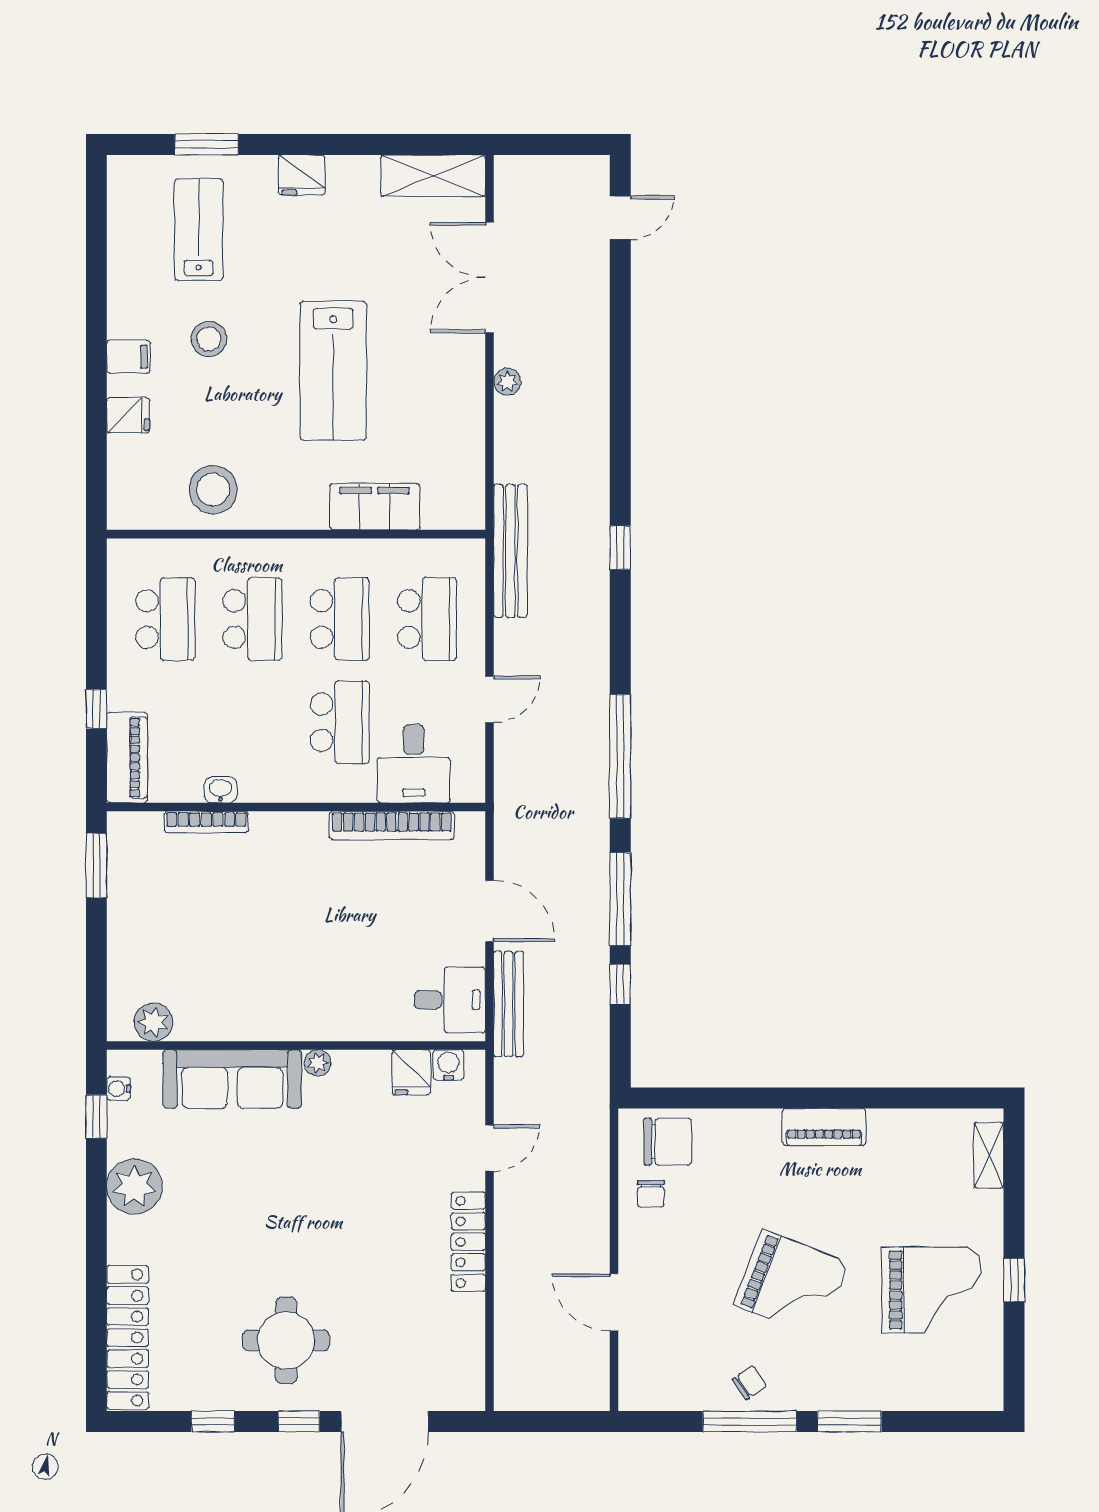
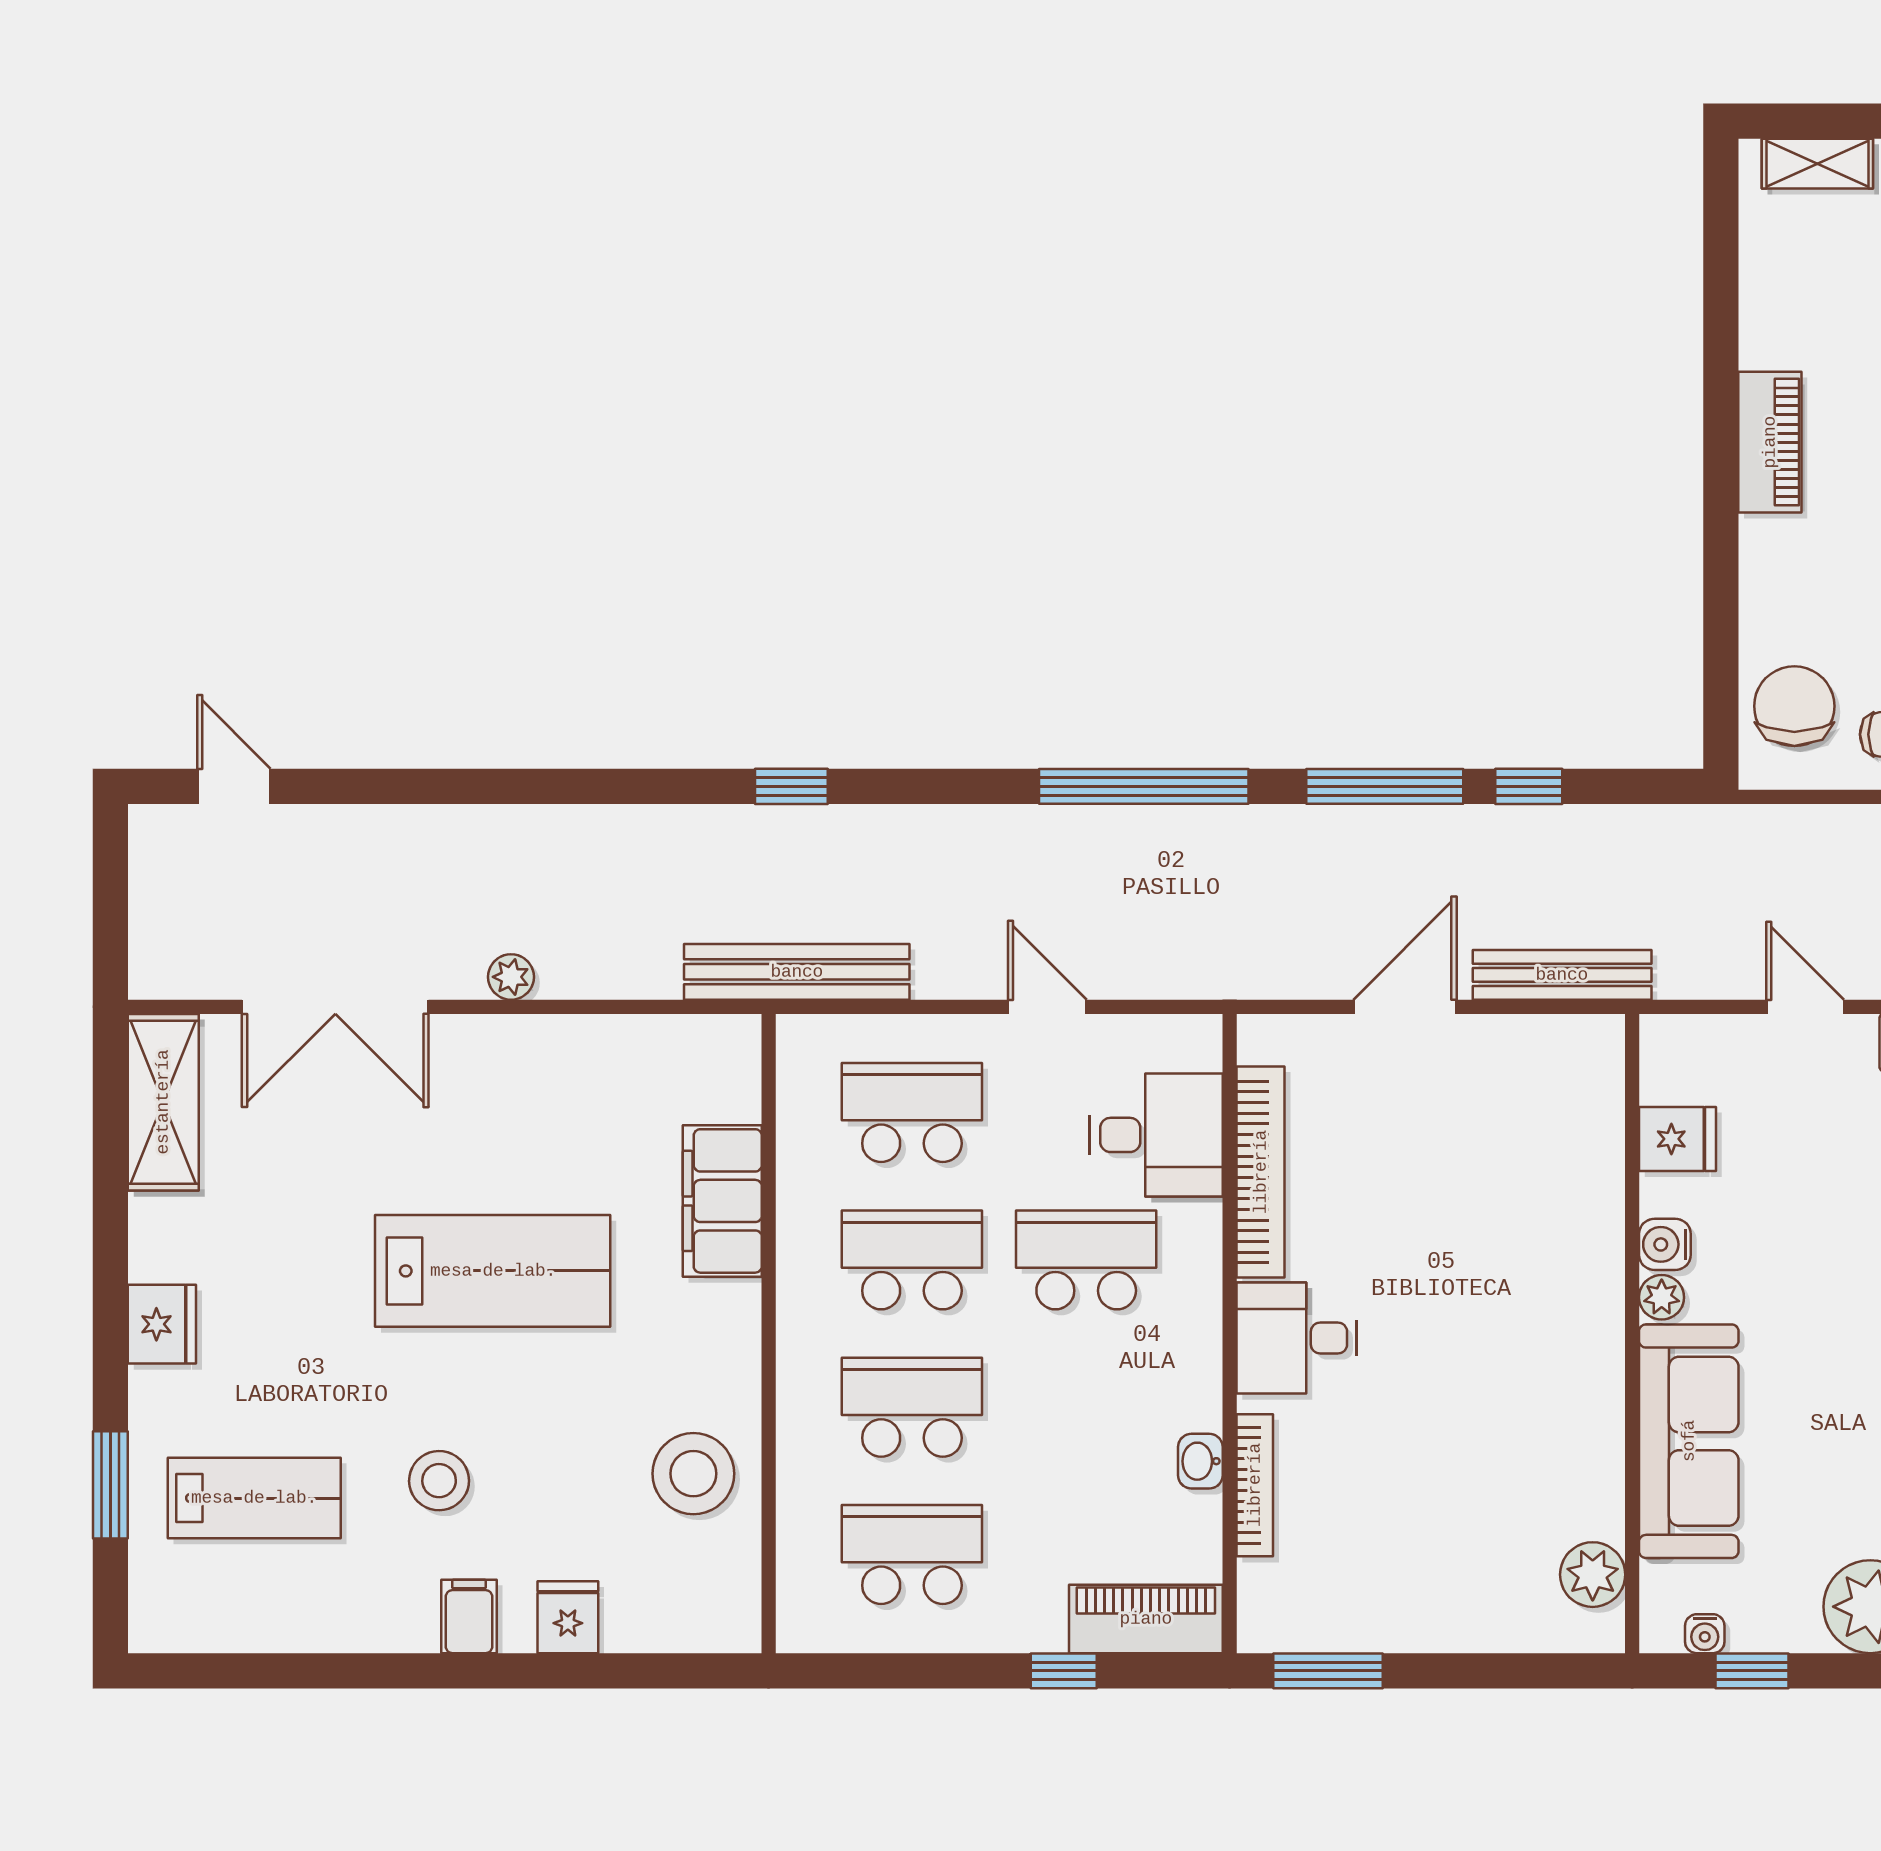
lab bench: (199, 230) -> (254, 1498), turned 180
desk: (450, 1000) -> (1297, 1338), moved, turned -90
water cooler: (448, 1065) -> (1665, 1244), moved

